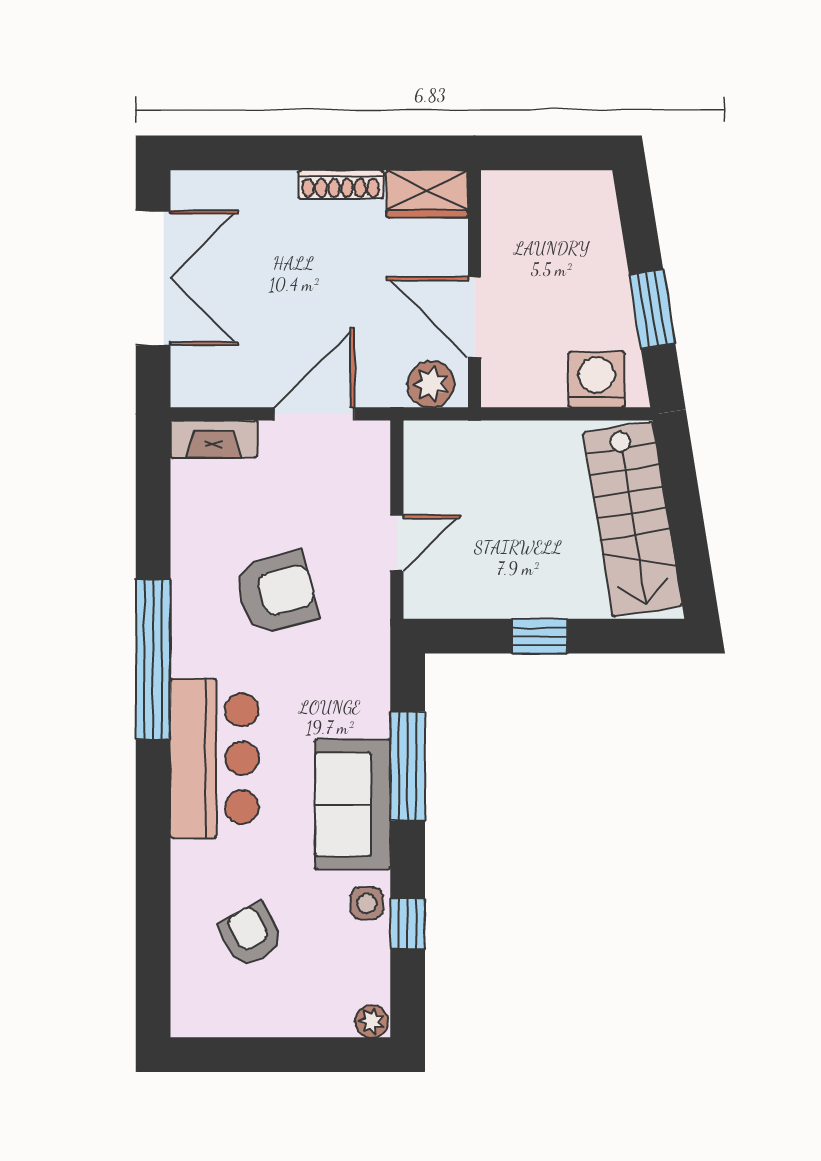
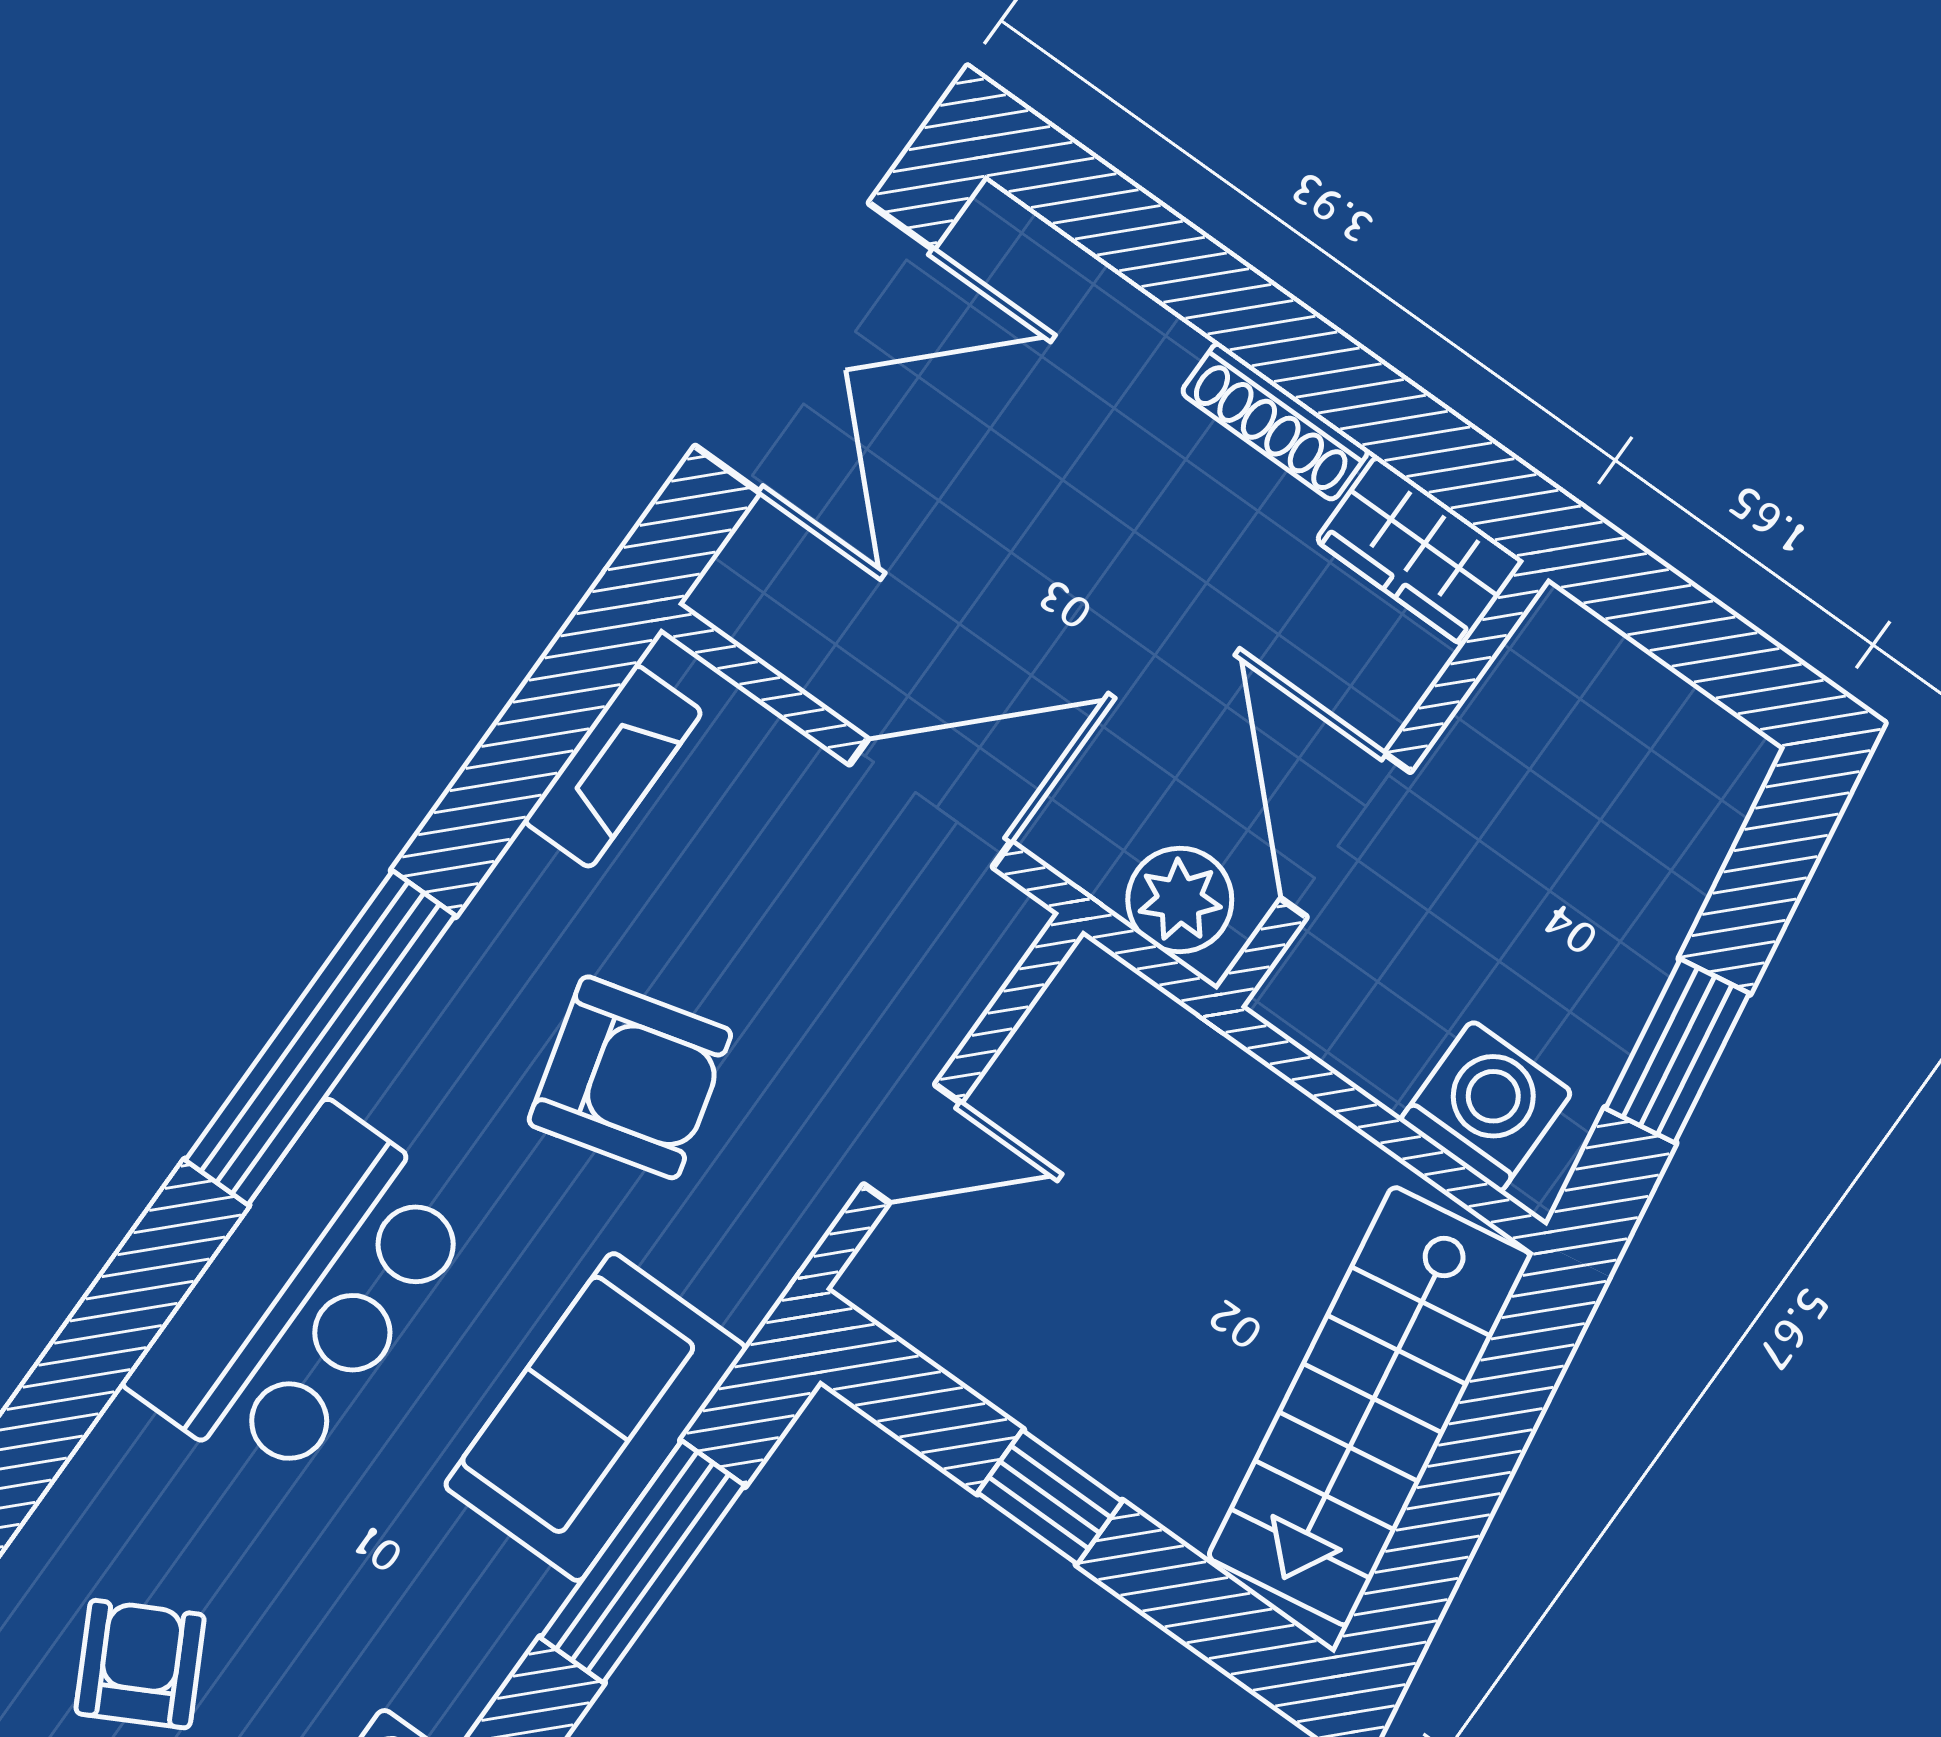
fireplace: (214, 439) -> (613, 766), moved, turned -90
sofa: (353, 804) -> (596, 1417), moved

